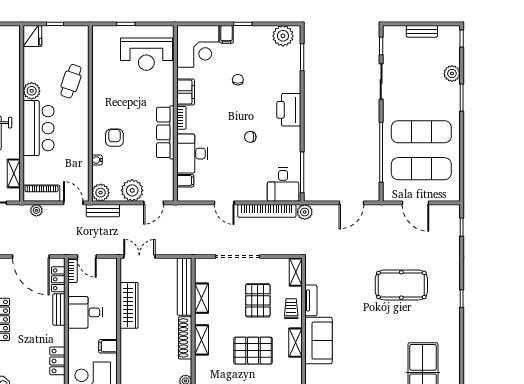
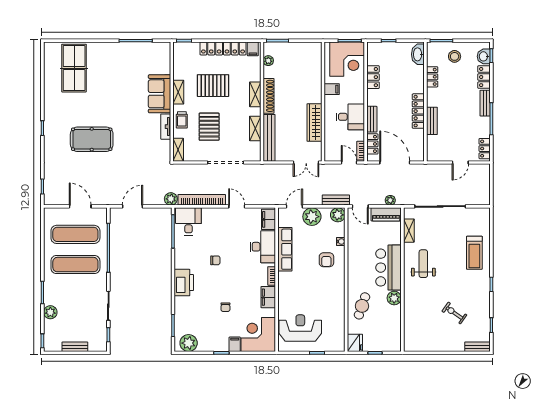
fridge: (32, 36) -> (355, 343), moved, turned 180
row of seats: (165, 132) -> (285, 249), moved
filing cabinet: (185, 181) -> (269, 219), width x2.00

